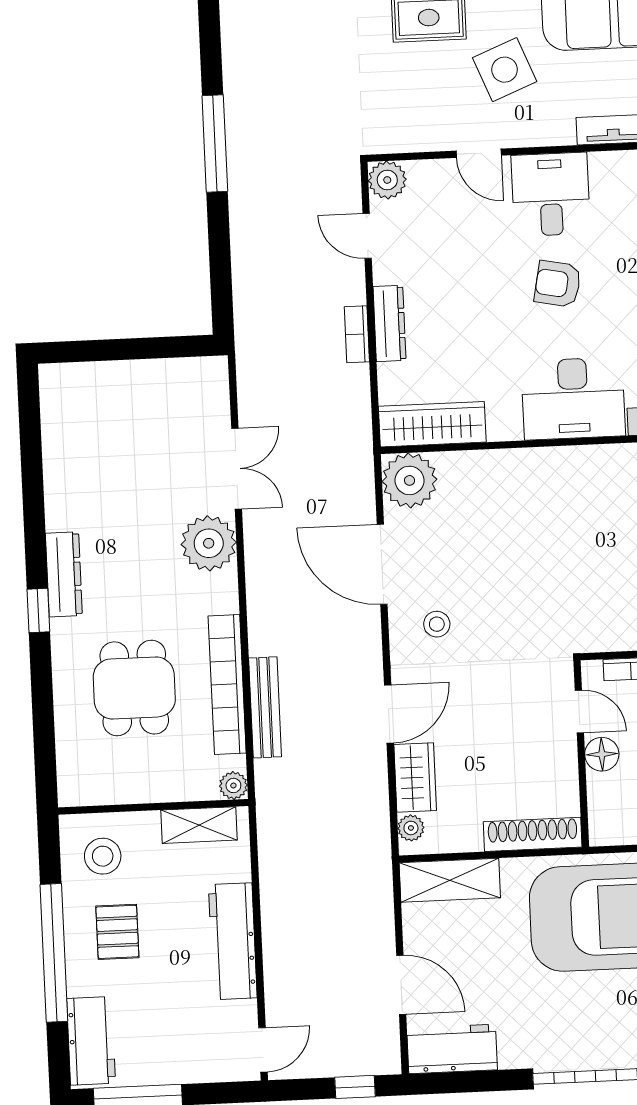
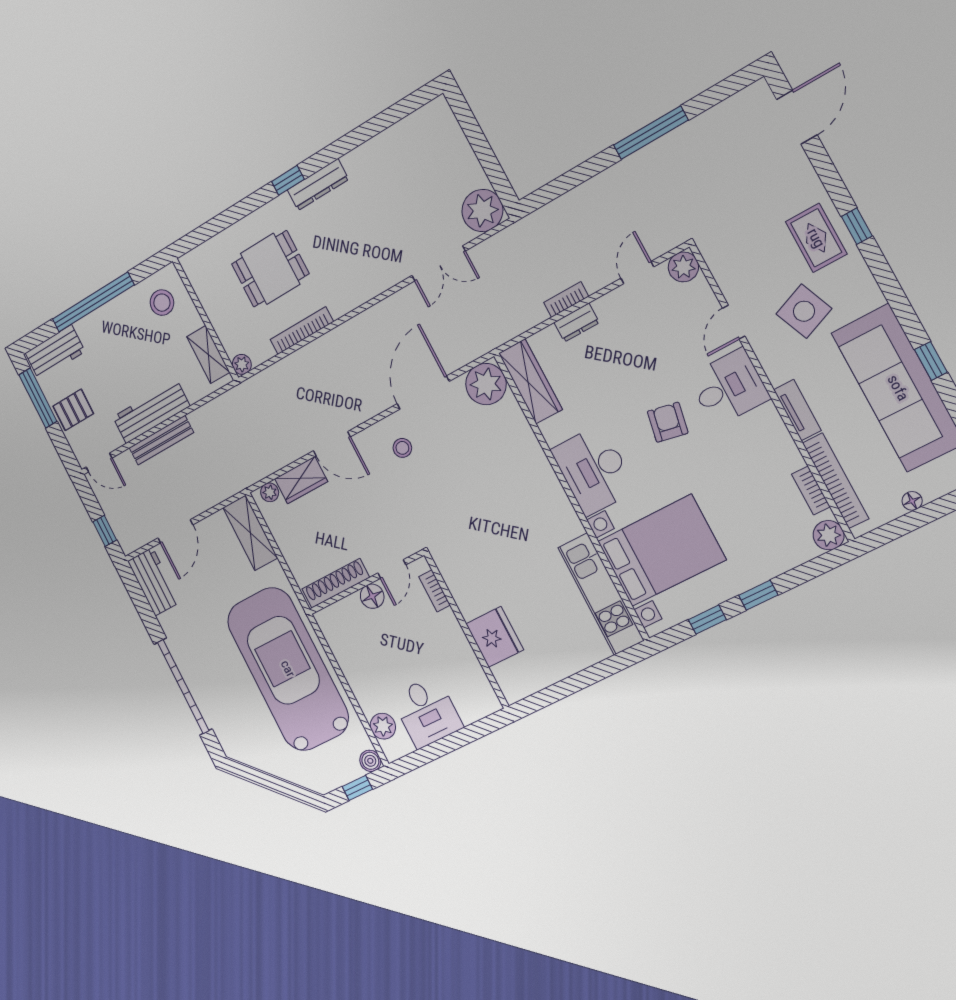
dresser: (389, 323) -> (577, 323), width x0.70
plant: (209, 543) -> (482, 211), moved
bookcase: (227, 684) -> (302, 331), width x0.68, depth x0.76
bench: (265, 707) -> (161, 440), moved
shoe rack: (533, 834) -> (336, 583), moved, turned -90
pallet: (117, 932) -> (73, 410), moved

